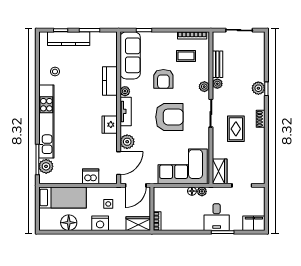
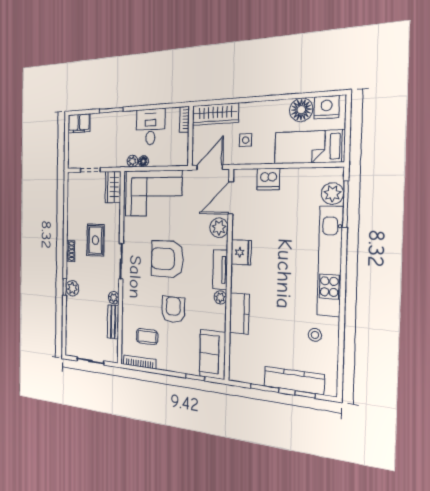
sofa: (130, 55) -> (212, 354), width x0.73
plant: (204, 87) -> (128, 295), removed
desk: (217, 217) -> (150, 127), moved
nightstand: (100, 223) -> (327, 107), moved
wardrobe: (138, 224) -> (215, 114), width x1.50

